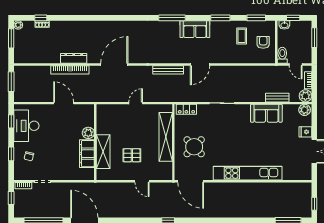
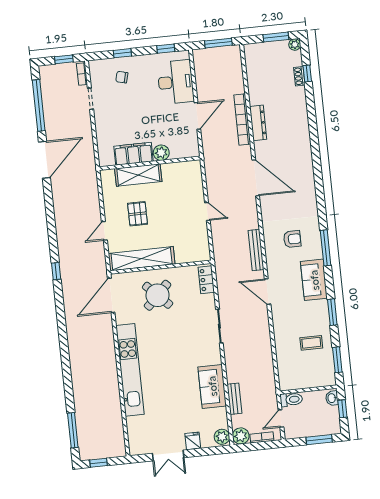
armchair: (263, 42) -> (292, 239), moved
desk: (26, 126) -> (176, 82), moved, turned 90
shelving: (166, 137) -> (142, 259), moved

